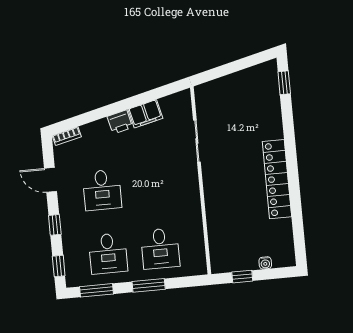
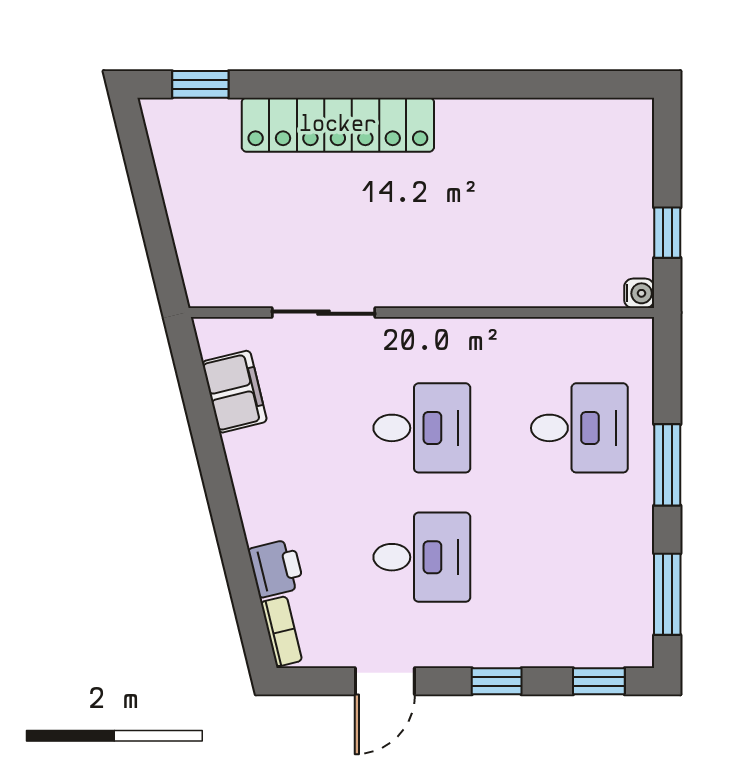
filing cabinet: (145, 114) -> (234, 392), moved
printer: (120, 122) -> (276, 568), moved
locker: (277, 179) -> (338, 125), moved
desk: (108, 253) -> (422, 428), moved
water cooler: (265, 263) -> (639, 293), moved

